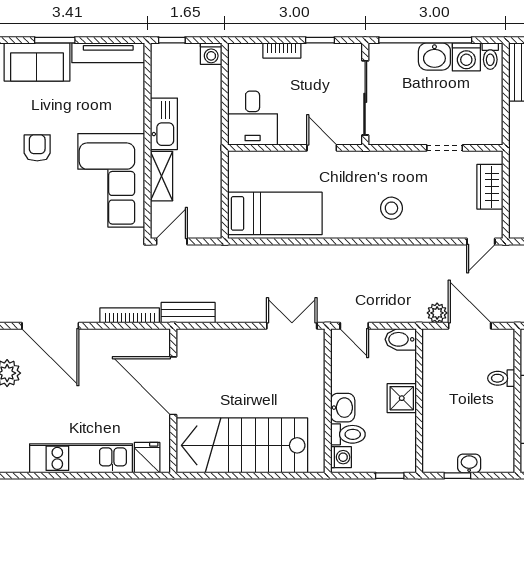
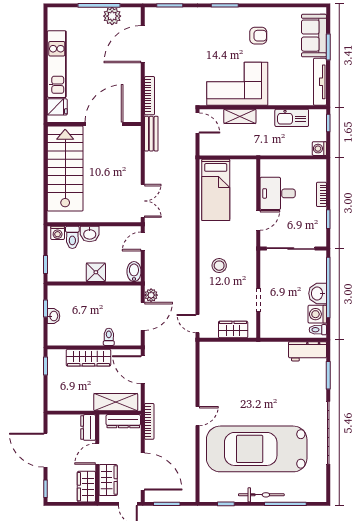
desk: (253, 118) -> (278, 193), moved
kitchen sink: (164, 124) -> (292, 118), moved

